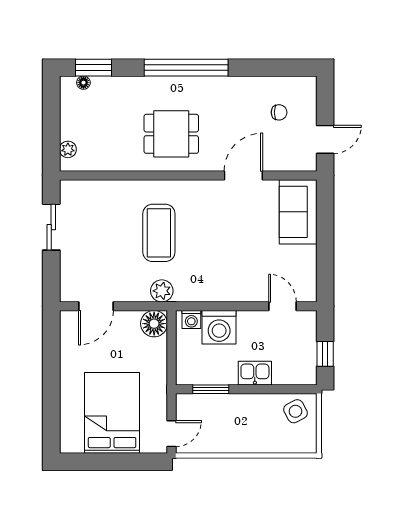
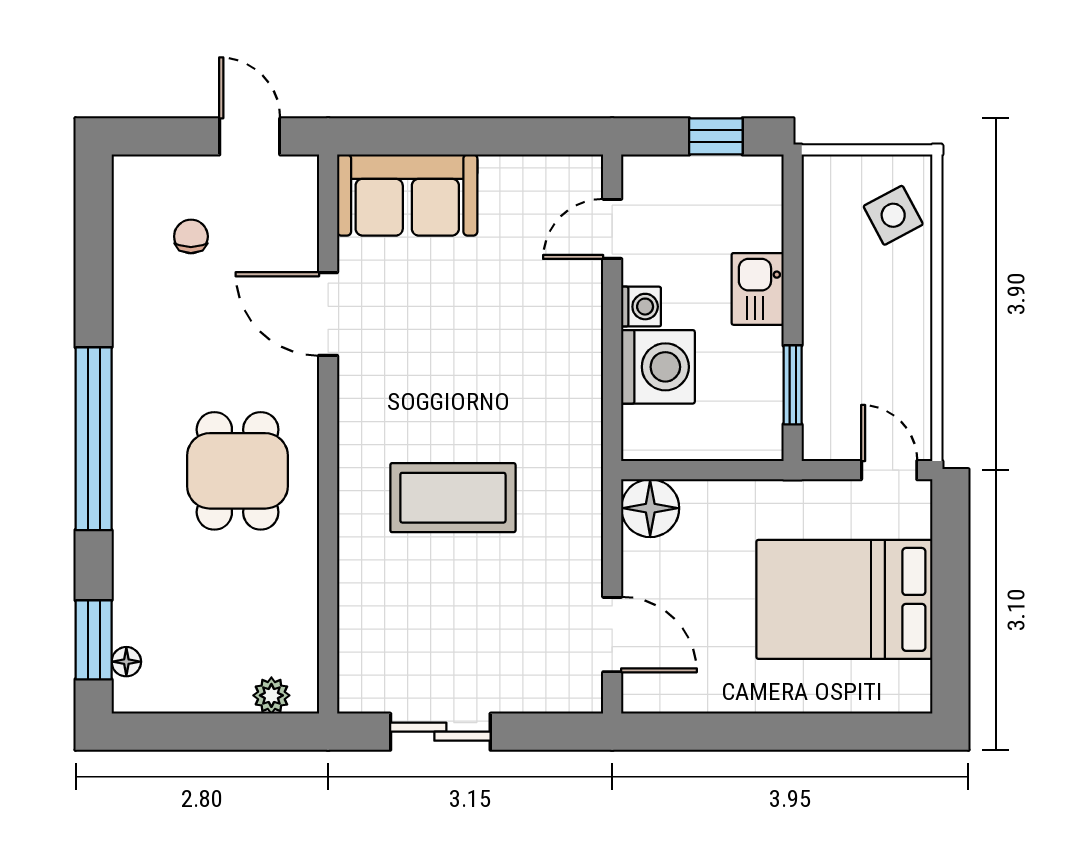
plant: (162, 291) -> (579, 491), removed
washing machine: (191, 319) -> (641, 307), moved
side table: (295, 411) -> (893, 215), moved

